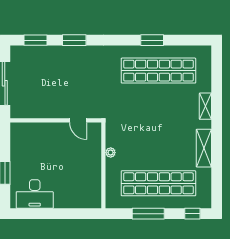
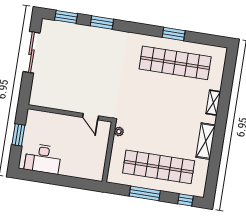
wall: (56, 120) -> (70, 113), moved
door: (78, 120) -> (91, 117), moved

